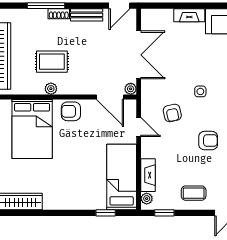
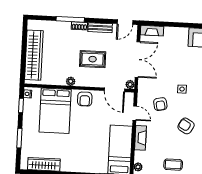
fireplace: (189, 15) -> (152, 31), moved
rug: (52, 62) -> (93, 59), moved
armchair: (71, 111) -> (85, 99), turned -91
armchair: (208, 141) -> (186, 126), turned -150
fireplace: (148, 175) -> (140, 138), moved

